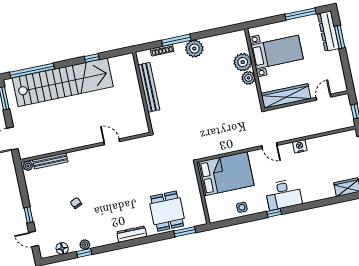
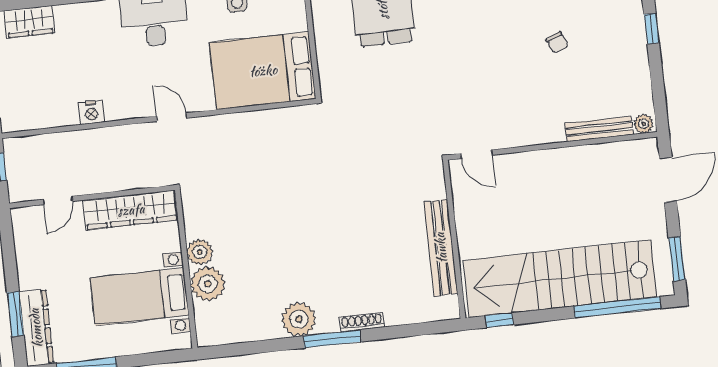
bench: (149, 87) -> (441, 248), moved
wall: (143, 92) -> (454, 239), moved
nightstand: (300, 146) -> (92, 112), moved

